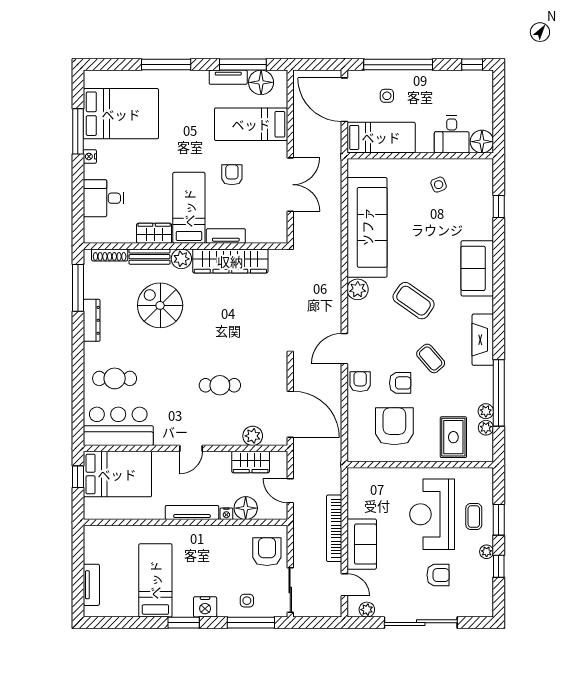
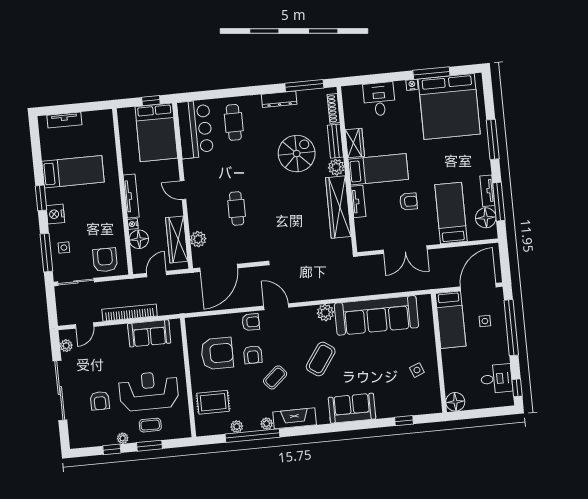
bed: (121, 114) -> (449, 107), width x1.36
desk: (452, 135) -> (496, 379), moved, turned 180
plant: (486, 428) -> (267, 424), moved
wardrobe: (251, 462) -> (177, 239), width x1.50
sofa: (362, 544) -> (149, 333), moved
armchair: (267, 552) -> (105, 260), turned -90

